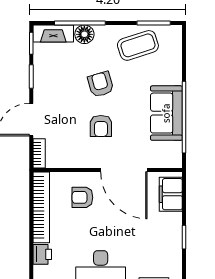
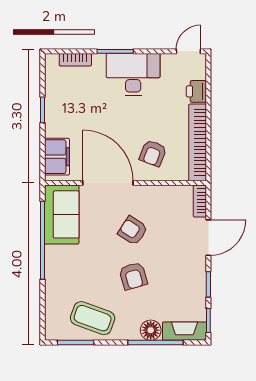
coffee table: (138, 45) -> (93, 318), turned 38
sofa: (166, 113) -> (62, 214), moved
armchair: (101, 126) -> (133, 231), turned -57
armchair: (82, 197) -> (153, 153), turned 111

